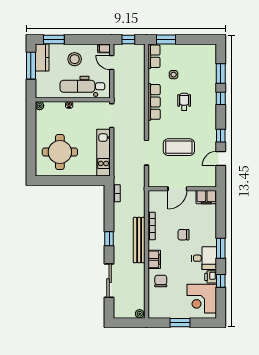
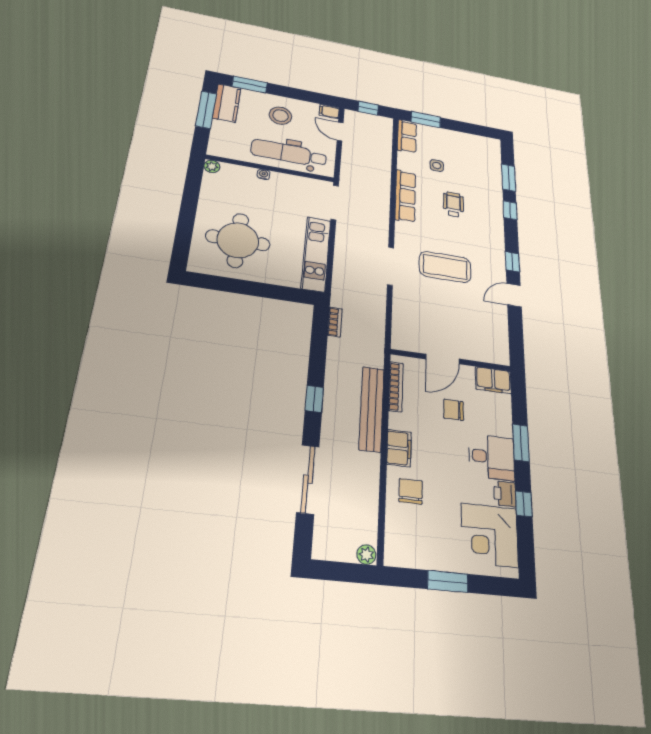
door: (177, 189) -> (443, 359), moved
wall: (182, 189) -> (451, 360), moved
filing cabinet: (206, 197) -> (493, 380), moved

